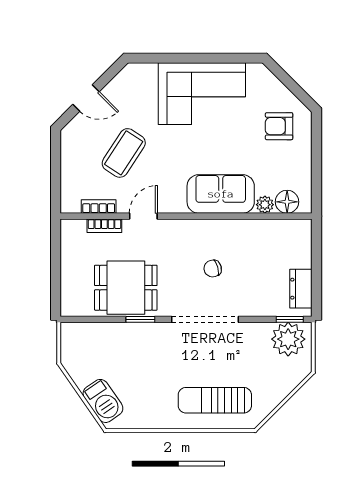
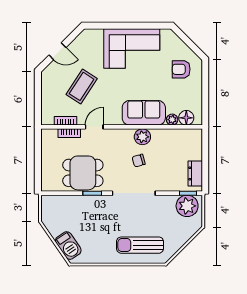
plant: (219, 231) -> (142, 137), added

